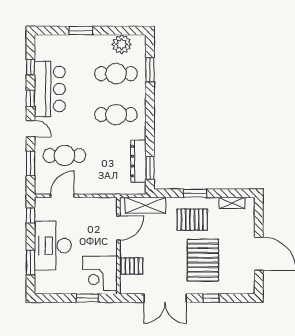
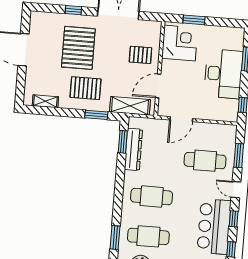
window: (195, 193) -> (96, 115), moved
door: (62, 196) -> (181, 119), moved
pallet: (132, 266) -> (140, 55), moved

